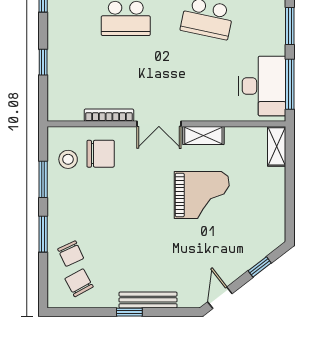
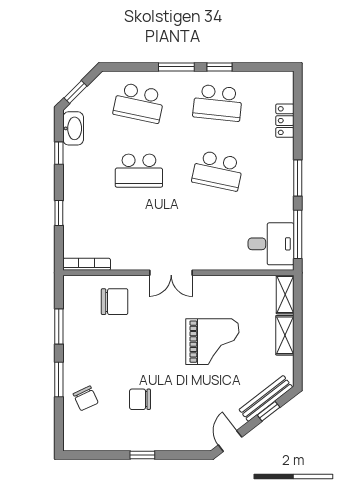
desk: (262, 86) -> (271, 244), width x0.73
bookcase: (109, 115) -> (87, 264), moved
shelving: (203, 136) -> (285, 335), moved, turned 90
stool: (68, 159) -> (83, 307), removed
chair: (79, 283) -> (140, 399), moved, turned -61
bench: (148, 300) -> (266, 398), moved, turned -38

